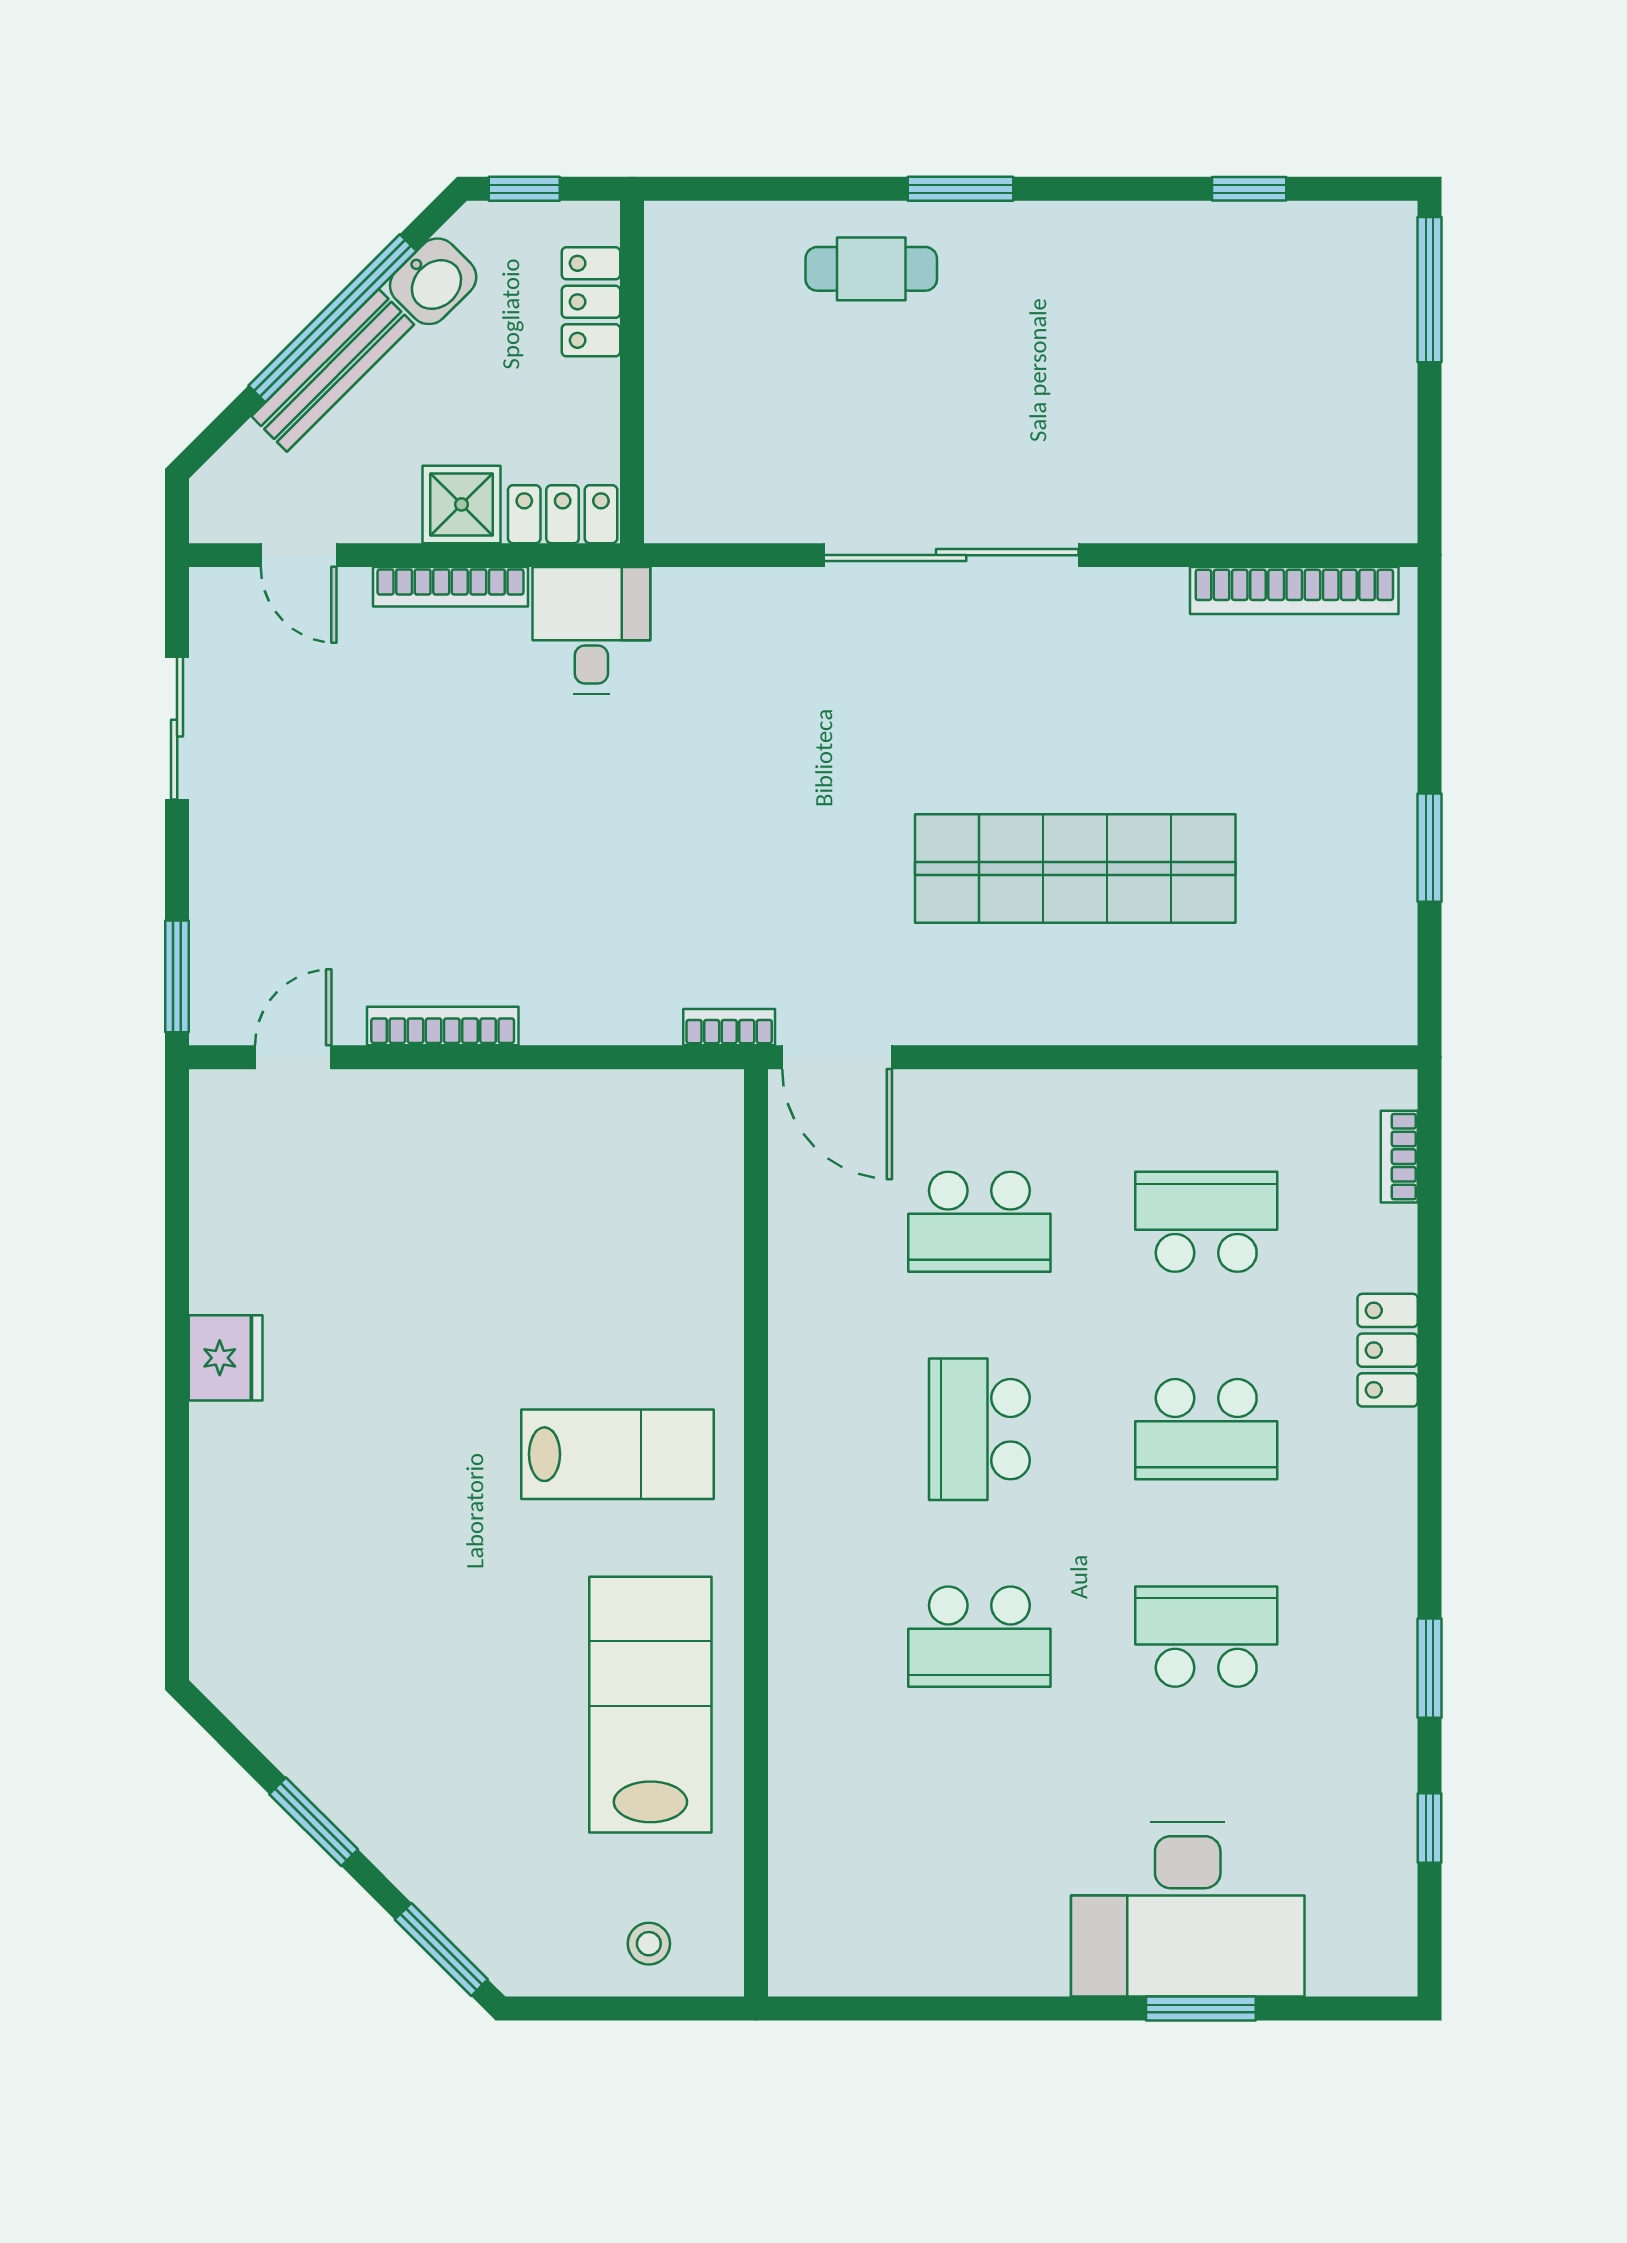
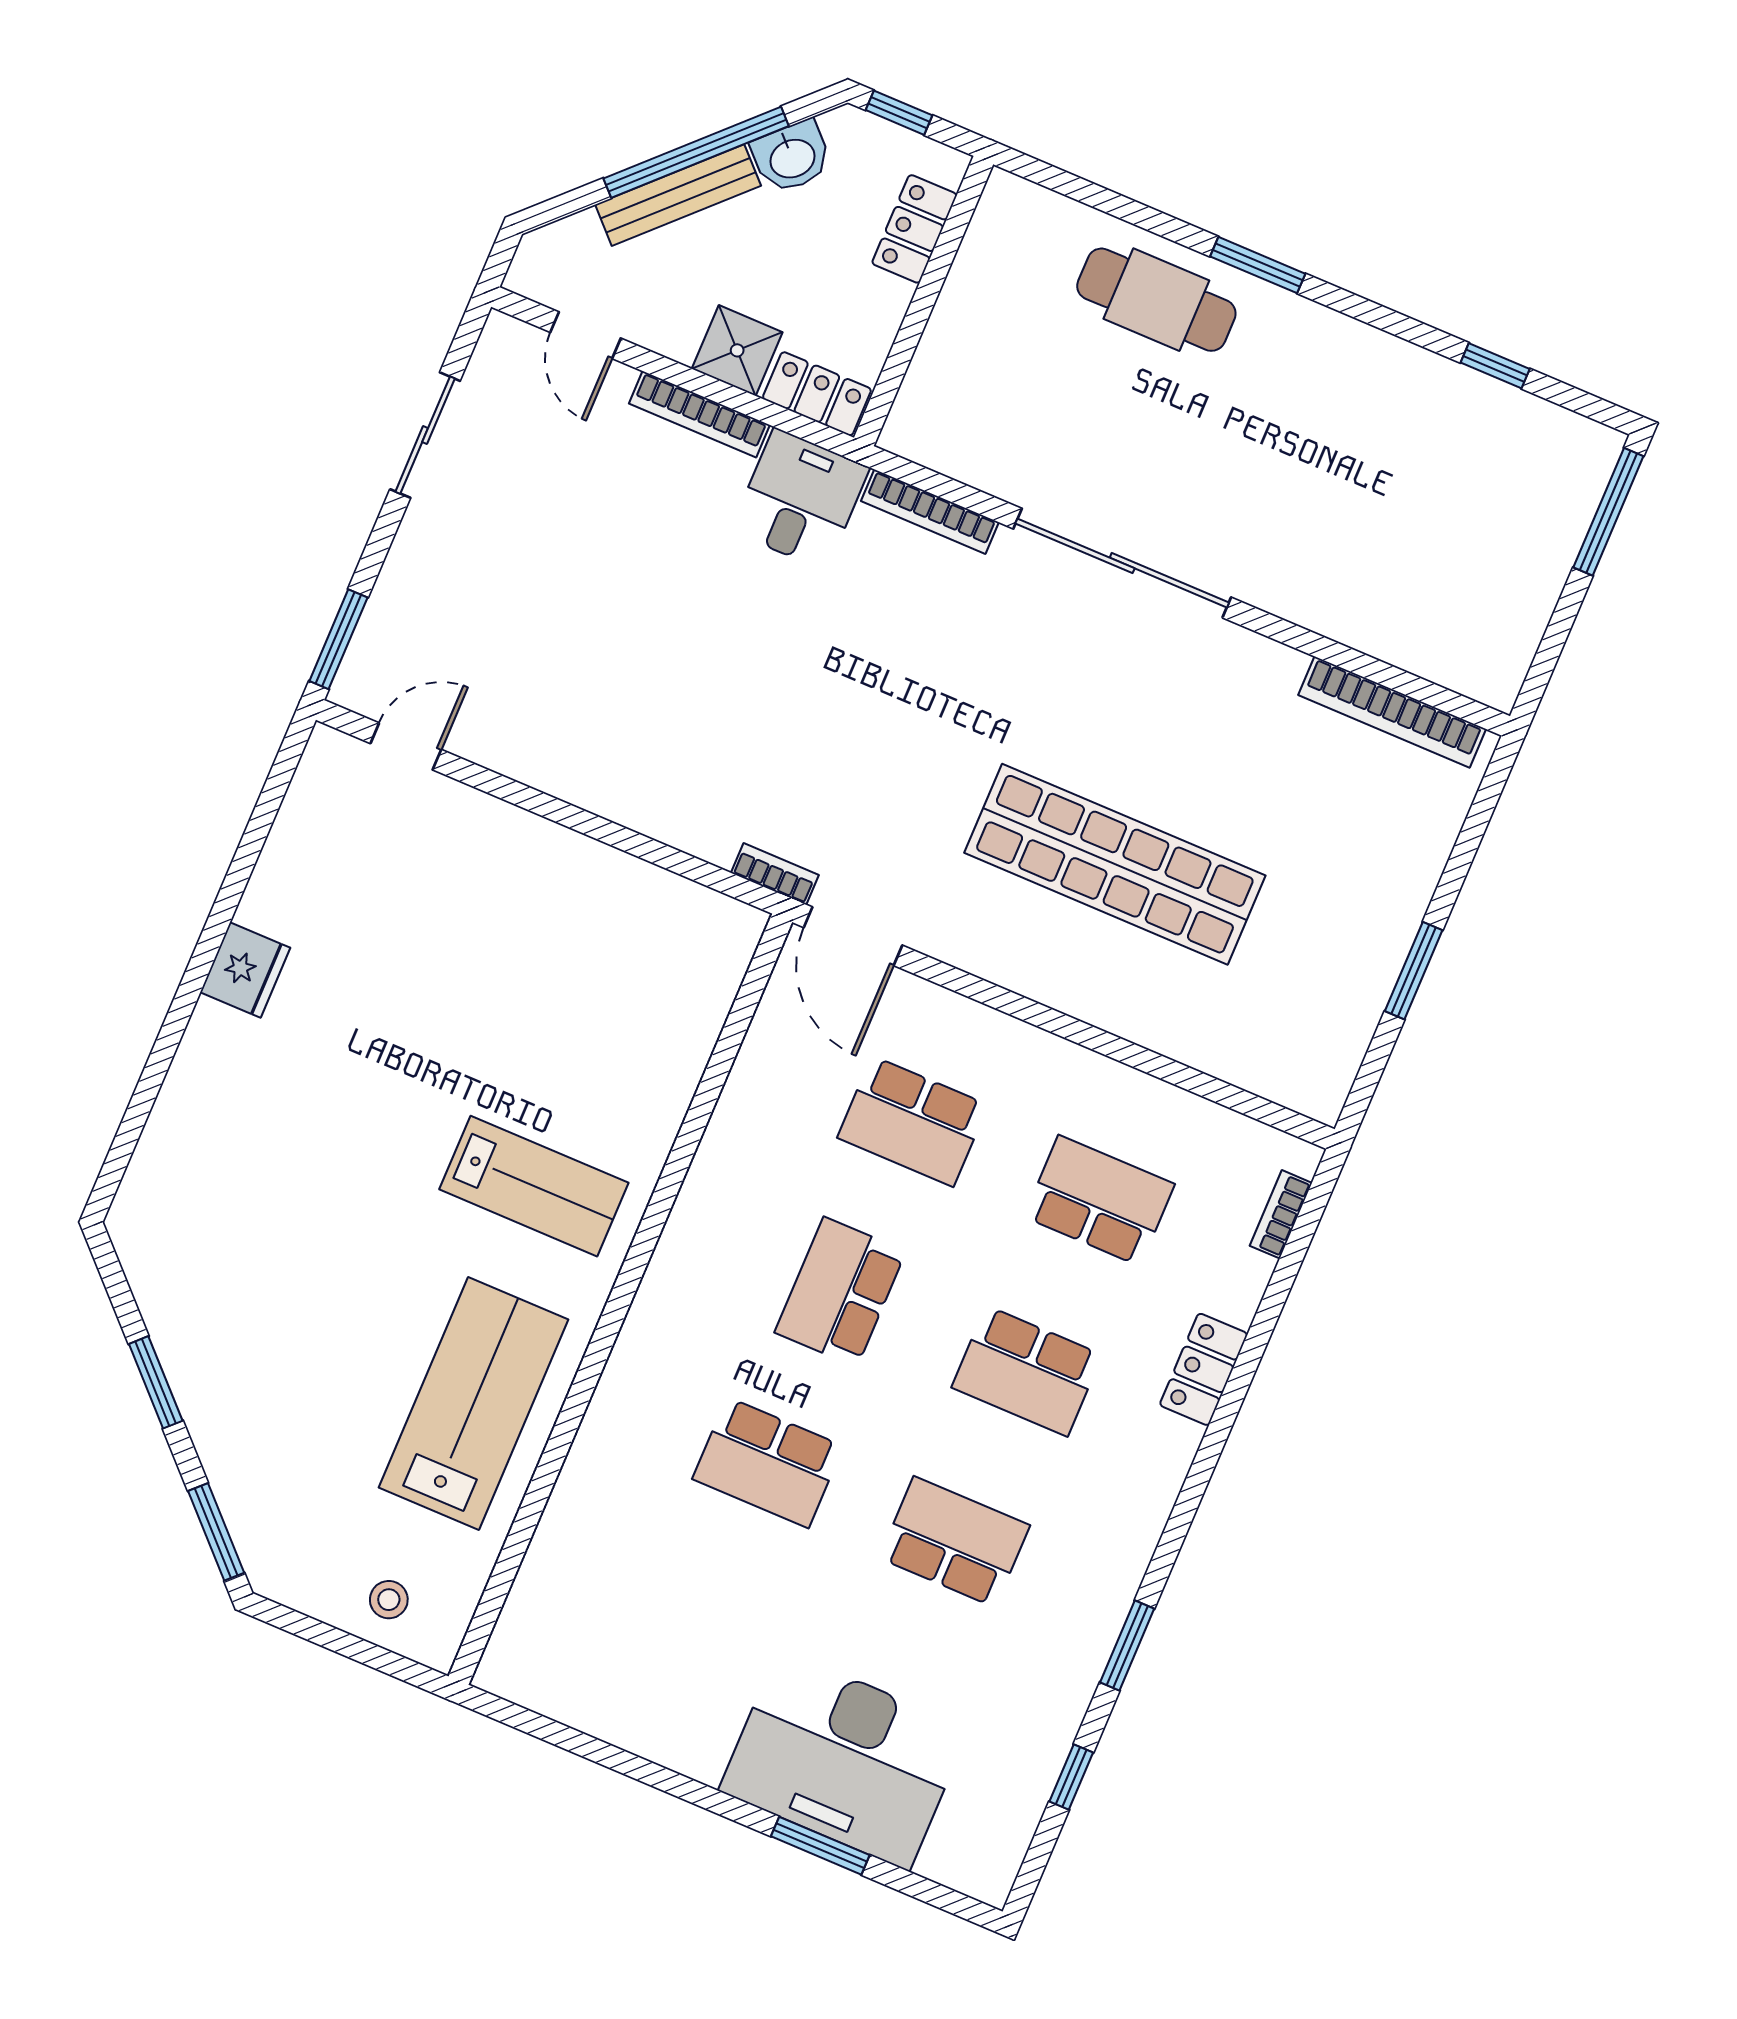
cafe table: (871, 269) -> (1156, 300), width x1.37, depth x1.35
bookcase: (443, 1026) -> (930, 512), moved, turned 180

